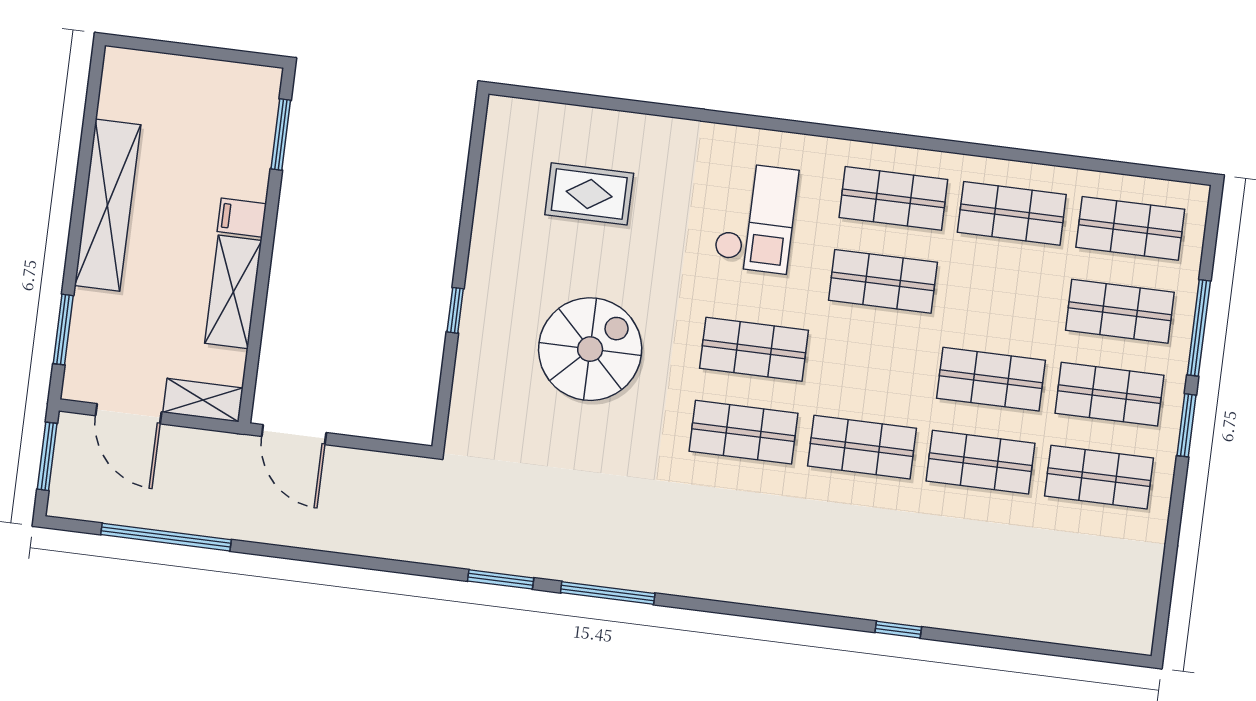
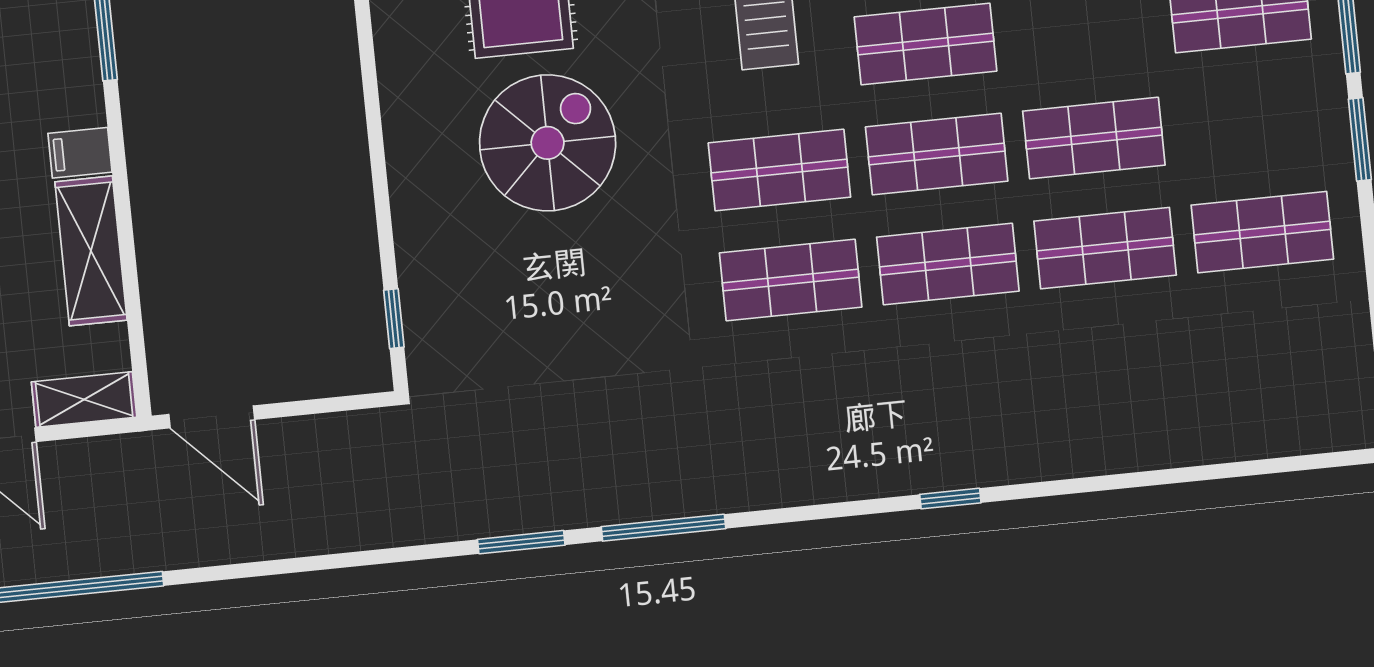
window: (455, 310) -> (394, 319), moved
spiral stairs: (590, 349) -> (548, 143), moved
shop shelf: (1109, 394) -> (937, 154), moved
window: (898, 630) -> (950, 499), moved

